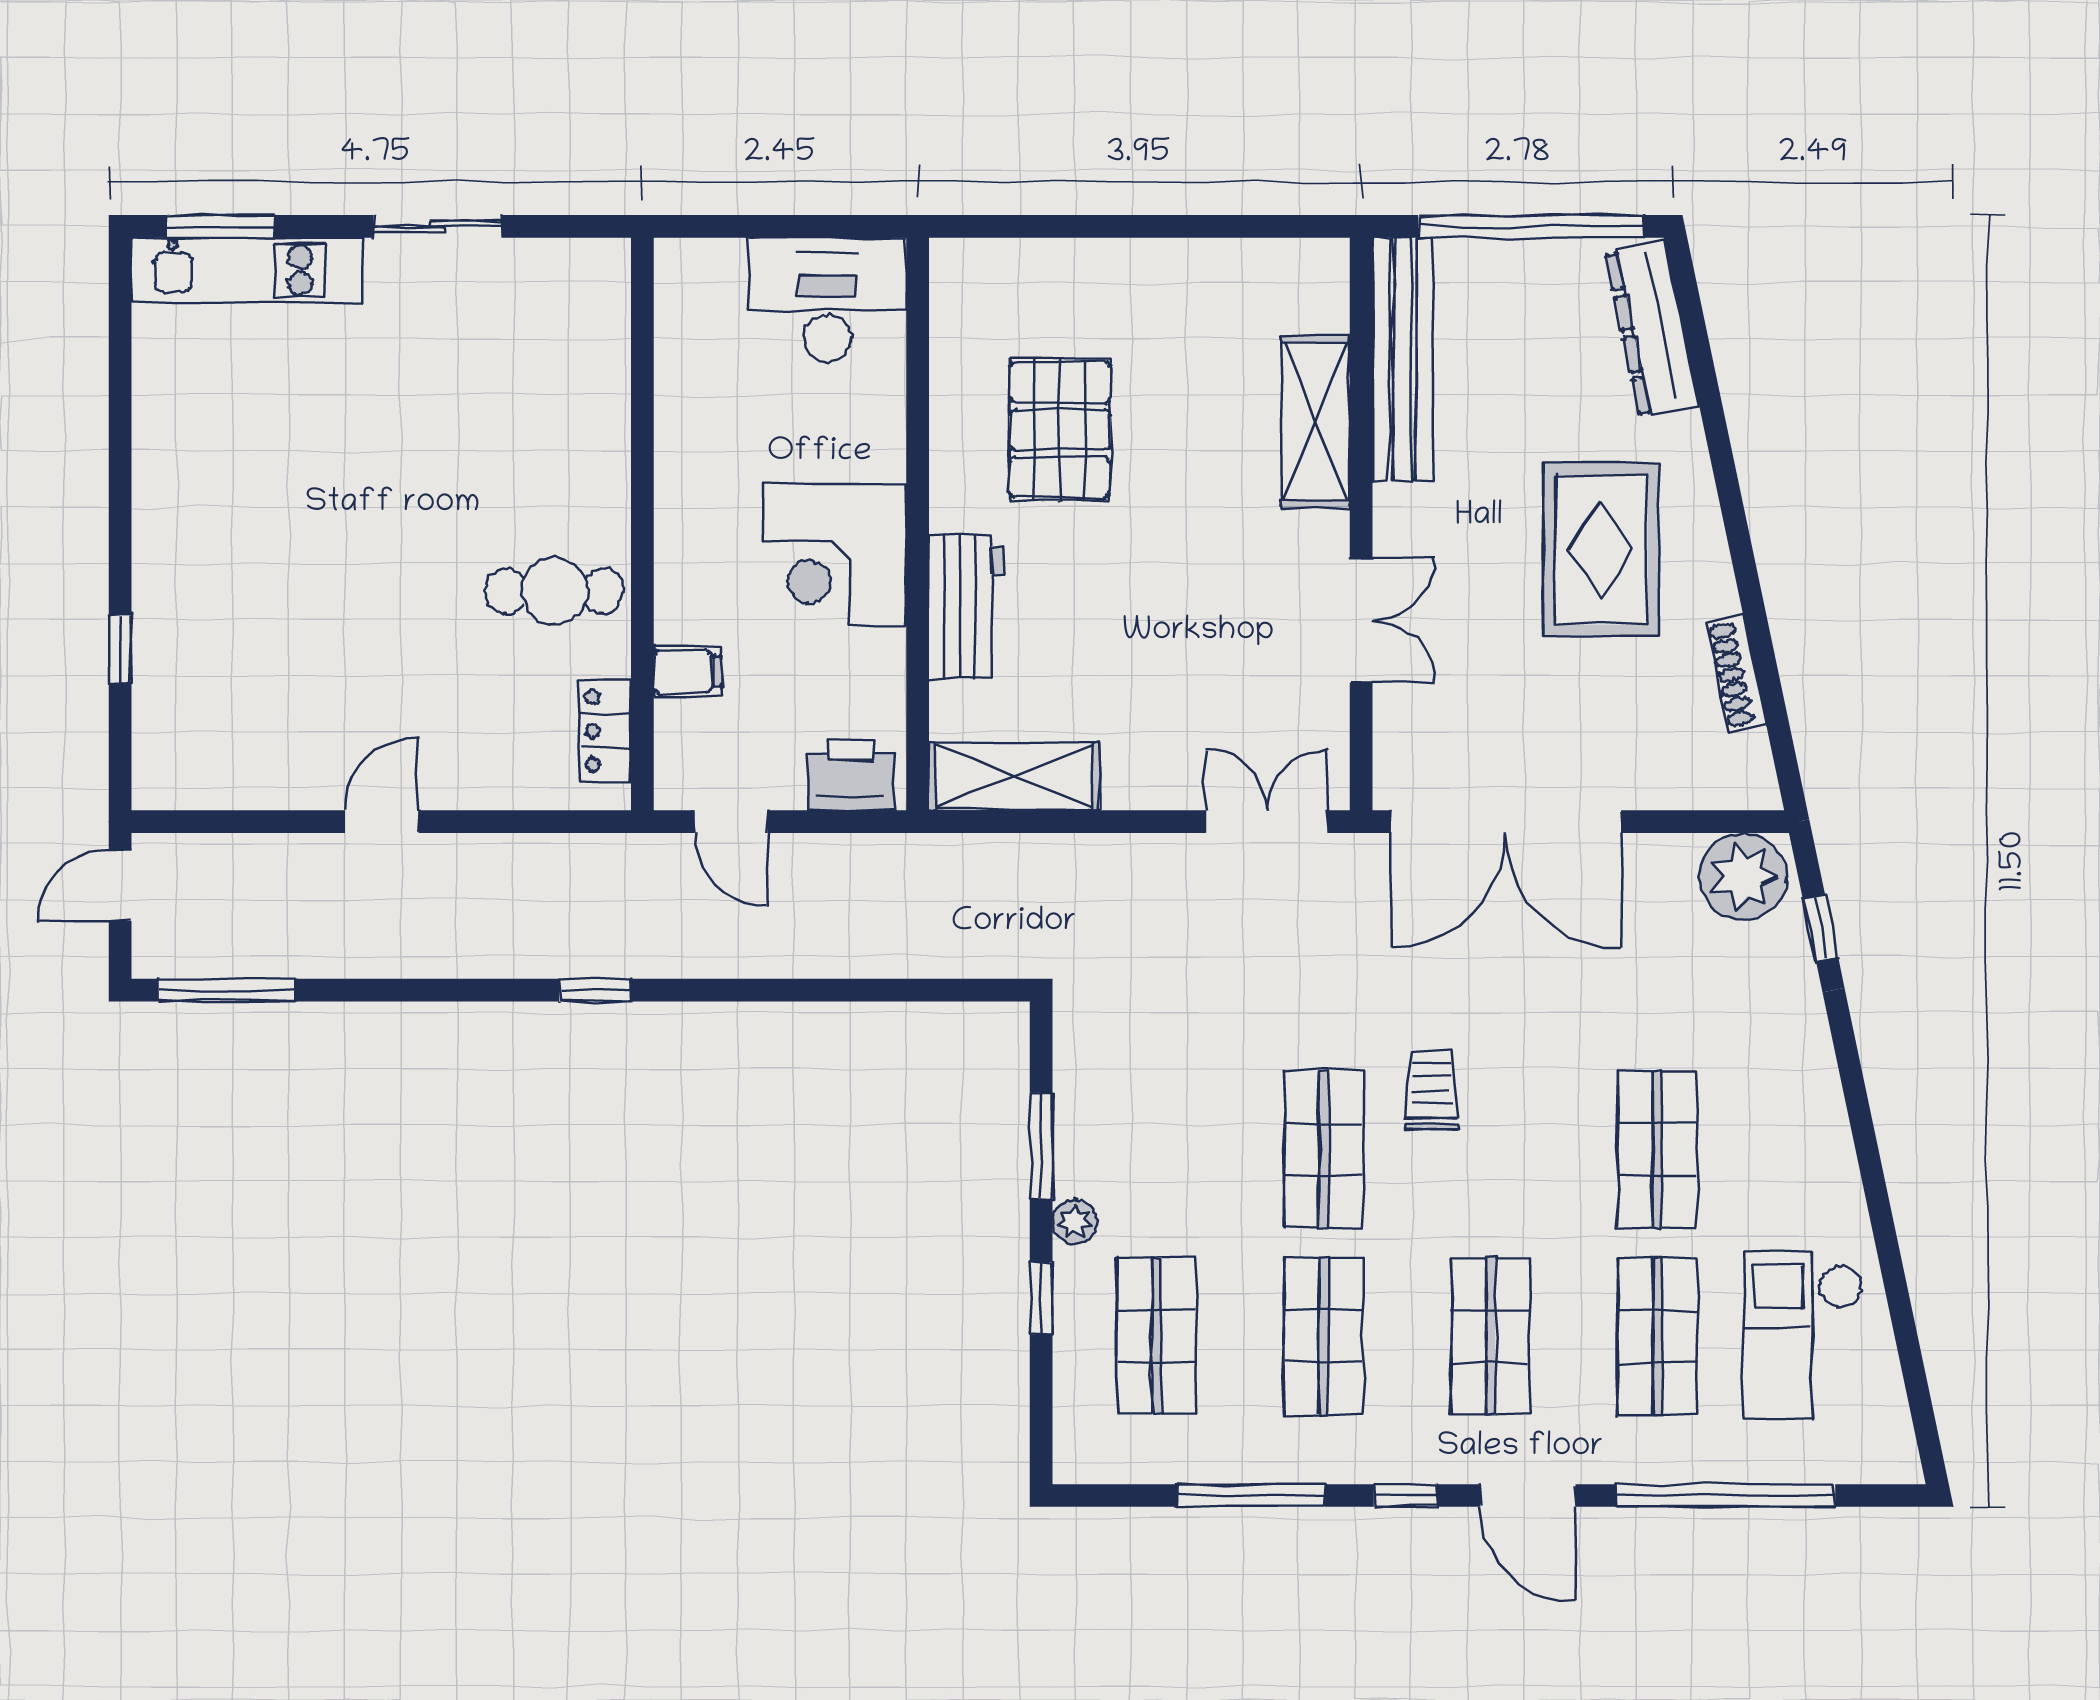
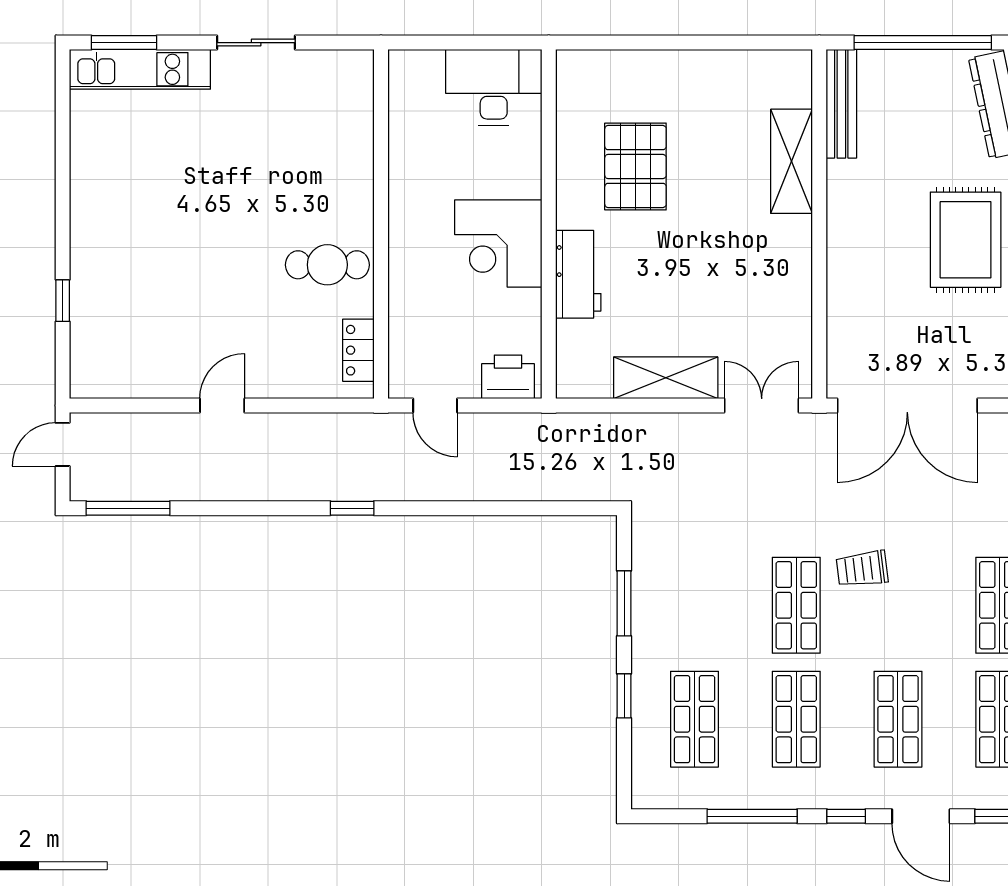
bench: (1403, 359) -> (841, 104), width x0.73, depth x0.82
double door: (1361, 621) -> (819, 283), removed
filing cabinet: (687, 672) -> (408, 314), removed
shelving: (1014, 776) -> (666, 378), moved
trolley: (1432, 1090) -> (862, 569), turned -97
plant: (1075, 1222) -> (645, 649), removed

